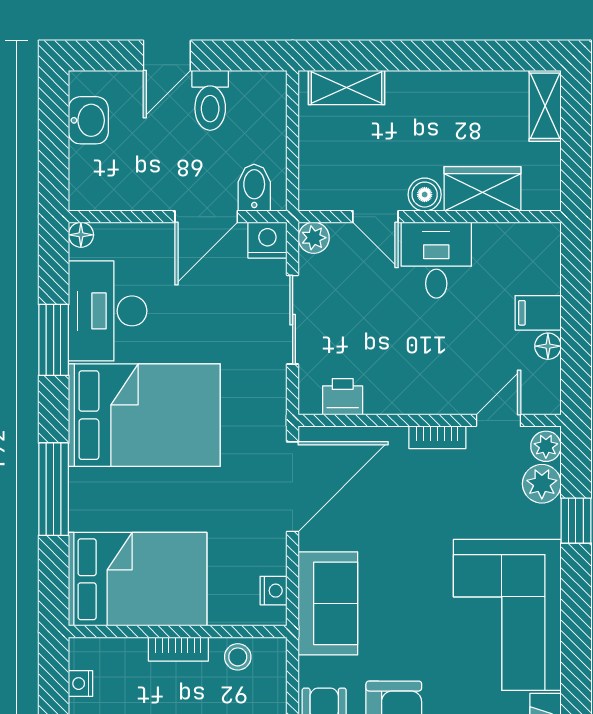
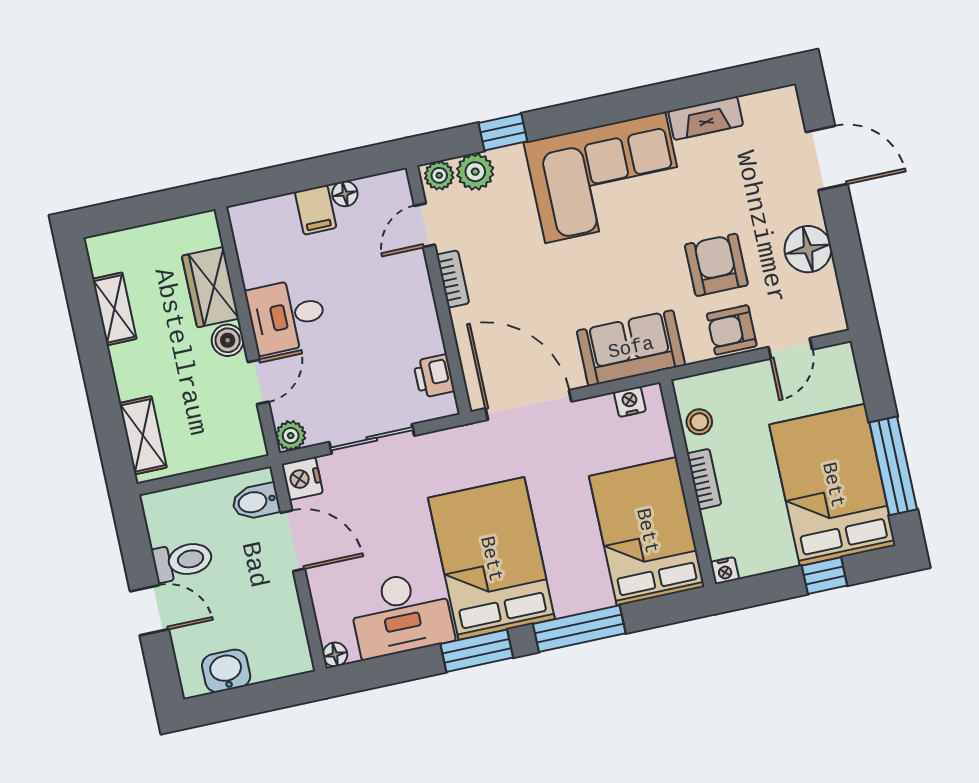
shelving: (545, 106) -> (114, 309), moved, turned 90
window: (54, 340) -> (477, 651), moved
door: (498, 420) -> (425, 225), hinge flipped
nightstand: (81, 684) -> (725, 571), moved

